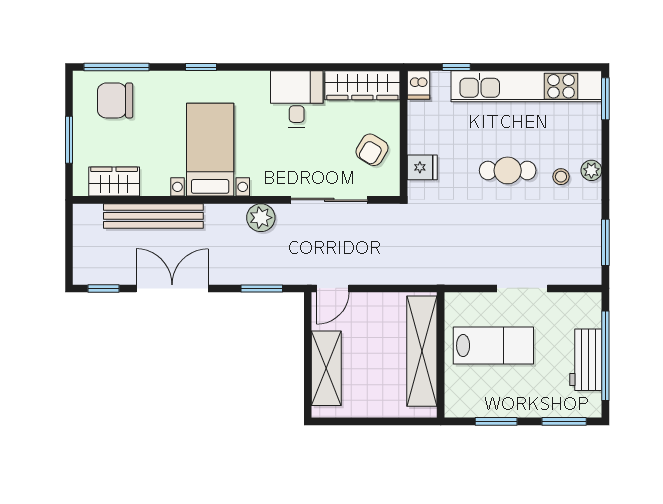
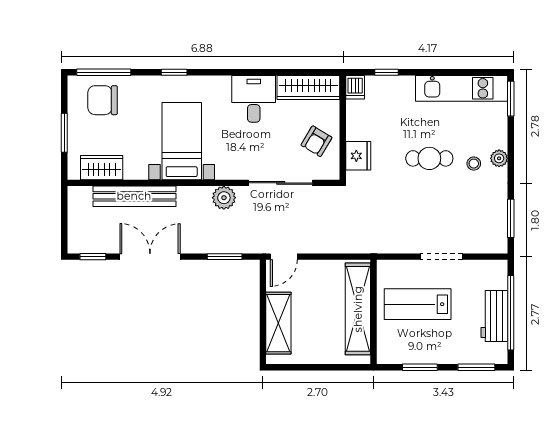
kitchen unit: (526, 86) -> (462, 88), width x0.73
fridge: (422, 167) -> (358, 156), width x1.38
lab bench: (493, 346) -> (418, 304), turned 180

